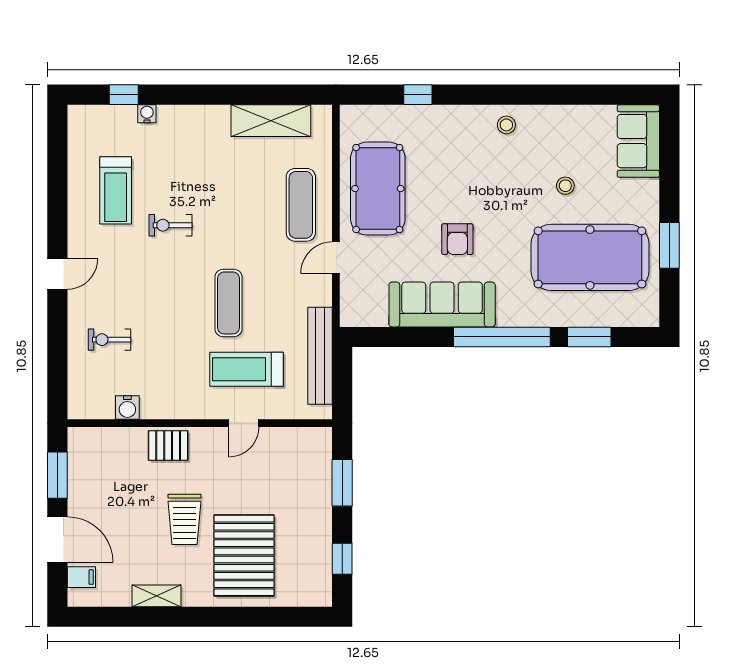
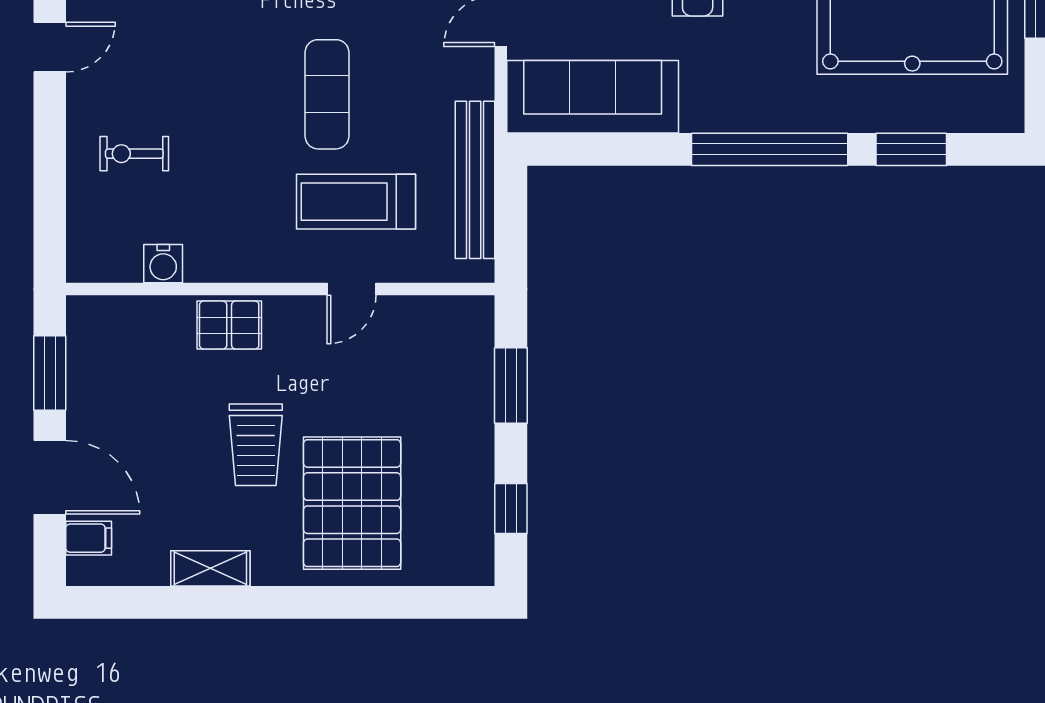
sofa: (442, 304) -> (593, 97), moved

